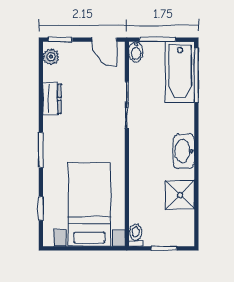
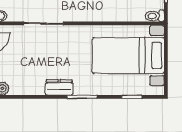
dresser: (52, 99) -> (59, 87), moved

